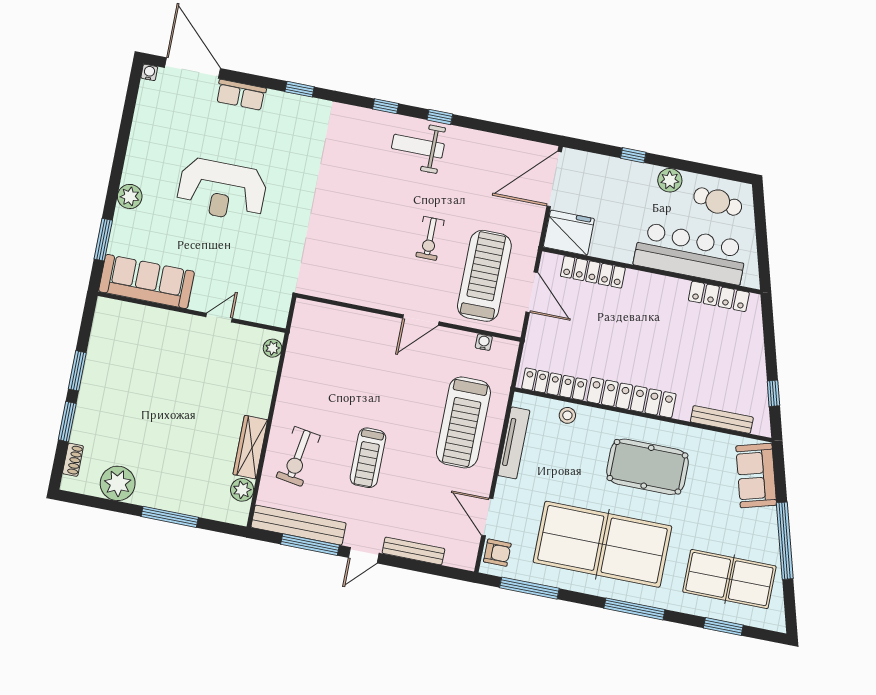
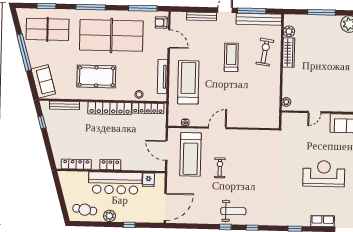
fridge: (569, 233) -> (149, 180), width x0.53, depth x0.75
bar counter: (690, 253) -> (115, 183), moved
locker: (593, 272) -> (110, 165), moved, width x0.66

